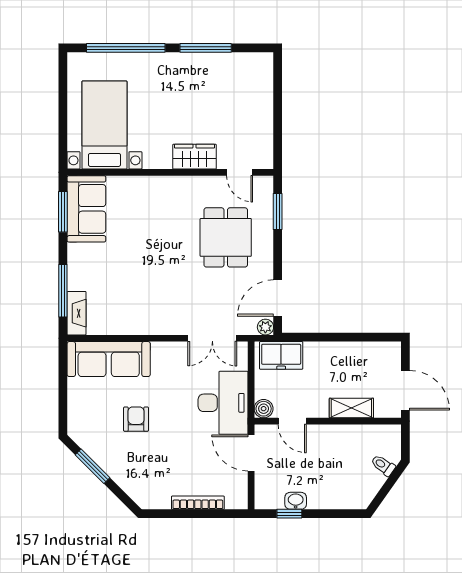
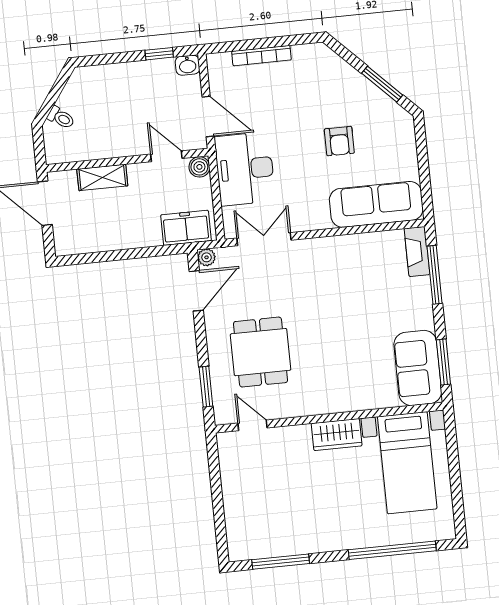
window: (206, 48) -> (281, 562), moved
wardrobe: (194, 157) -> (337, 435), moved
washbasin: (296, 501) -> (188, 65), moved

